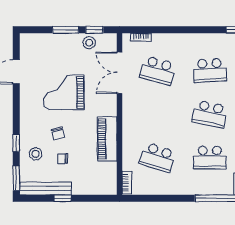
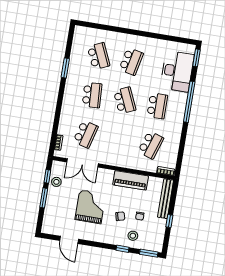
grand piano: (64, 92) -> (90, 207), turned 180
school desk: (210, 114) -> (125, 100), turned -36
bench: (46, 188) -> (166, 199), moved

